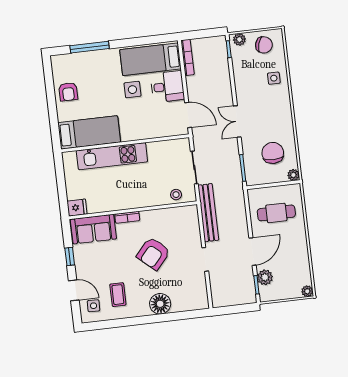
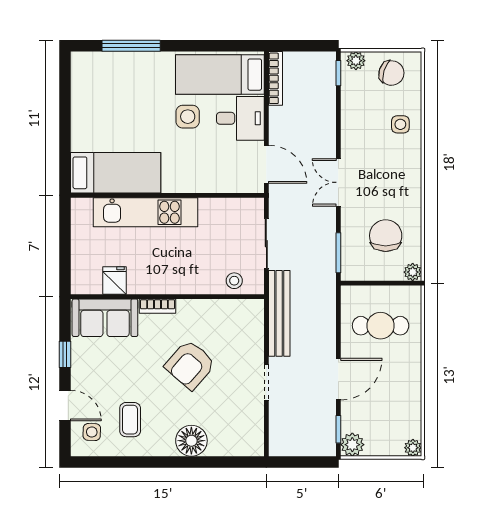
armchair: (68, 92) -> (91, 108), removed
fridge: (77, 208) -> (114, 280), moved, turned -90
plant: (265, 277) -> (352, 445), moved

